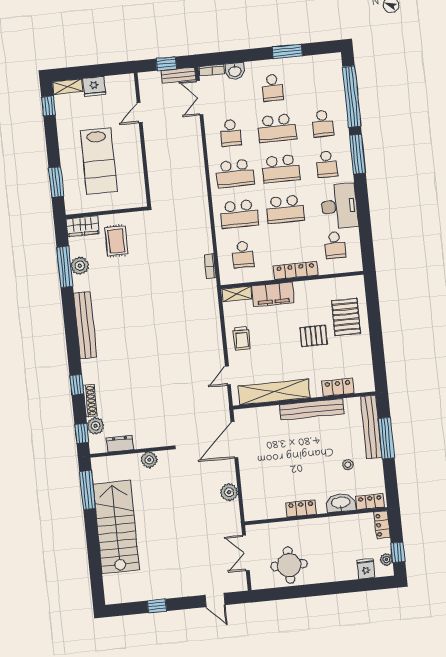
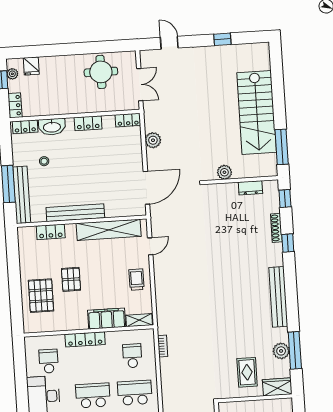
pallet: (314, 336) -> (71, 279), turned 90
plant: (96, 426) -> (272, 205), removed
locker: (257, 513) -> (128, 120), added

